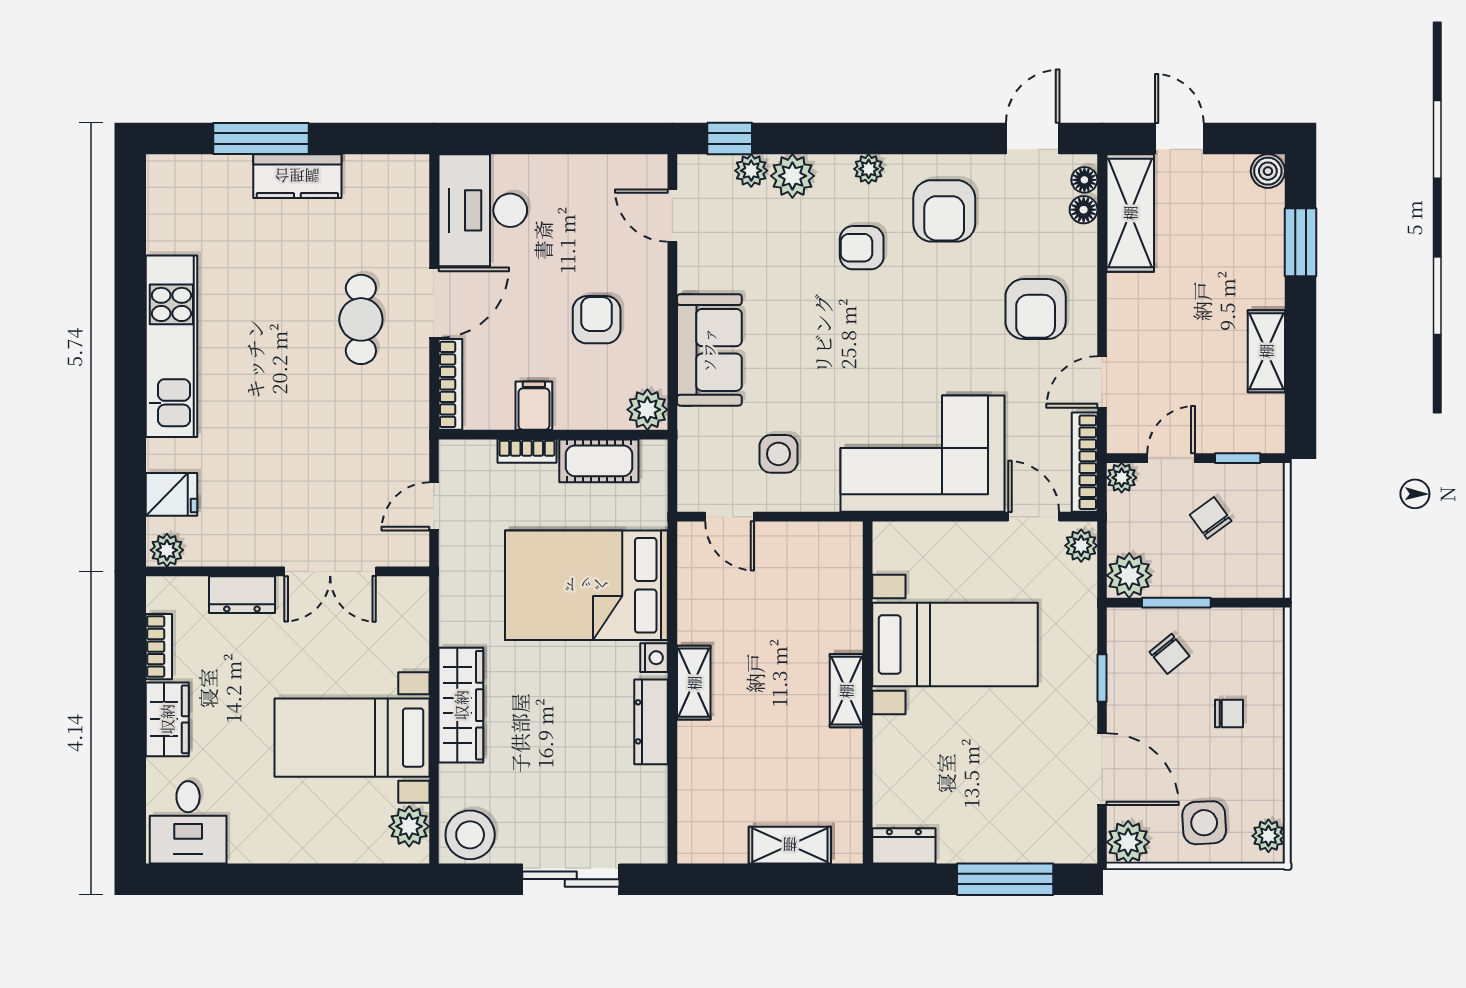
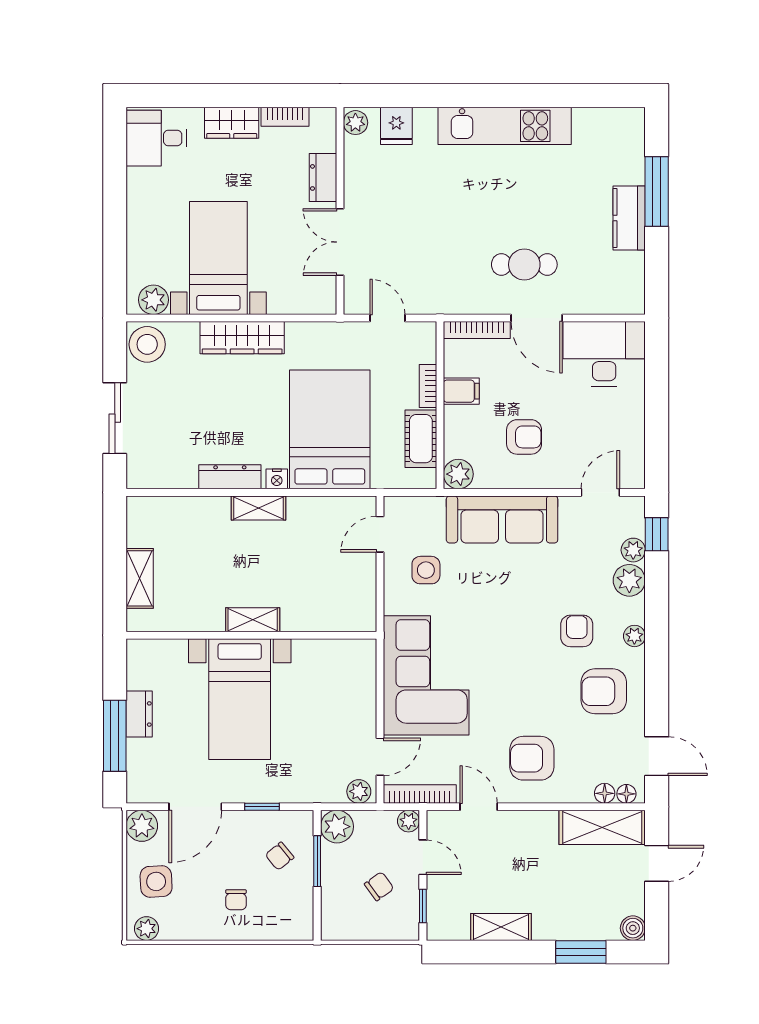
sofa: (709, 350) -> (502, 519), width x1.36
bed with nightstands: (955, 644) -> (240, 699), moved
dresser: (904, 846) -> (139, 714), moved

